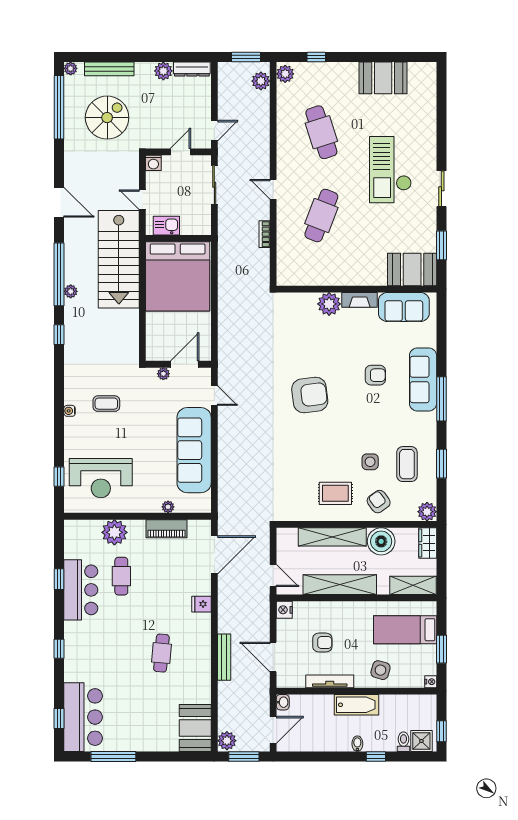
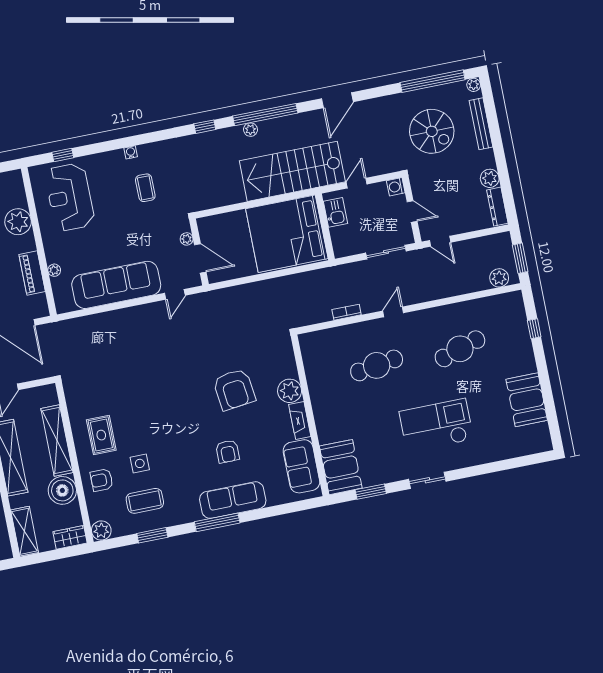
plant: (285, 74) -> (511, 301), removed
cafe table: (321, 216) -> (377, 365), turned -30
armchair: (310, 395) -> (234, 389), moved
armchair: (379, 502) -> (102, 480), turned -144

